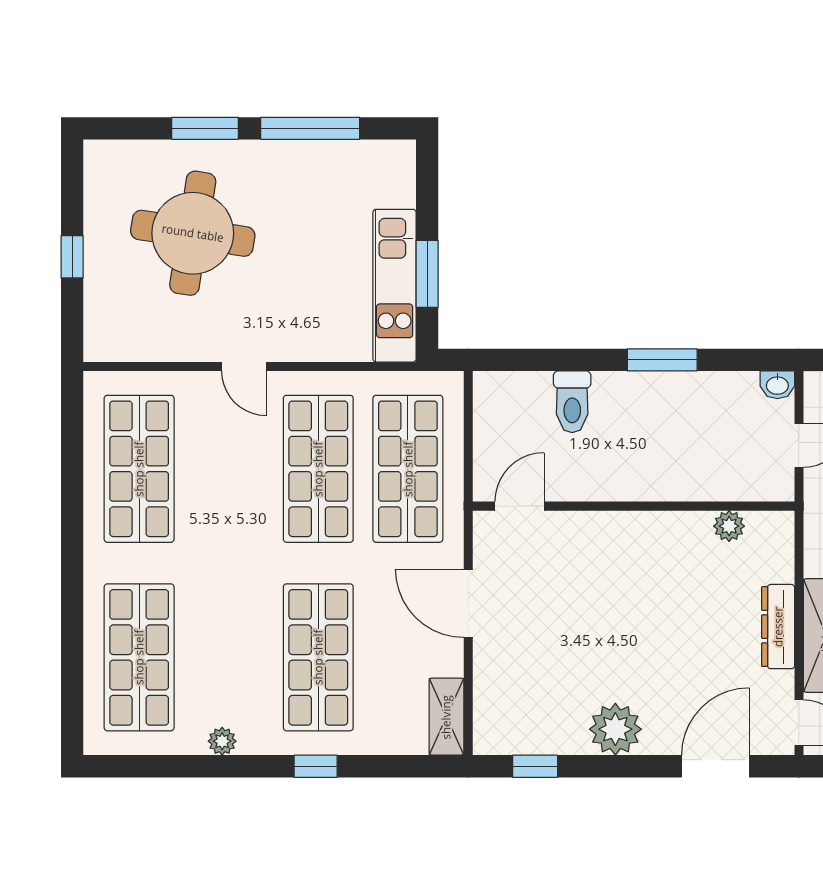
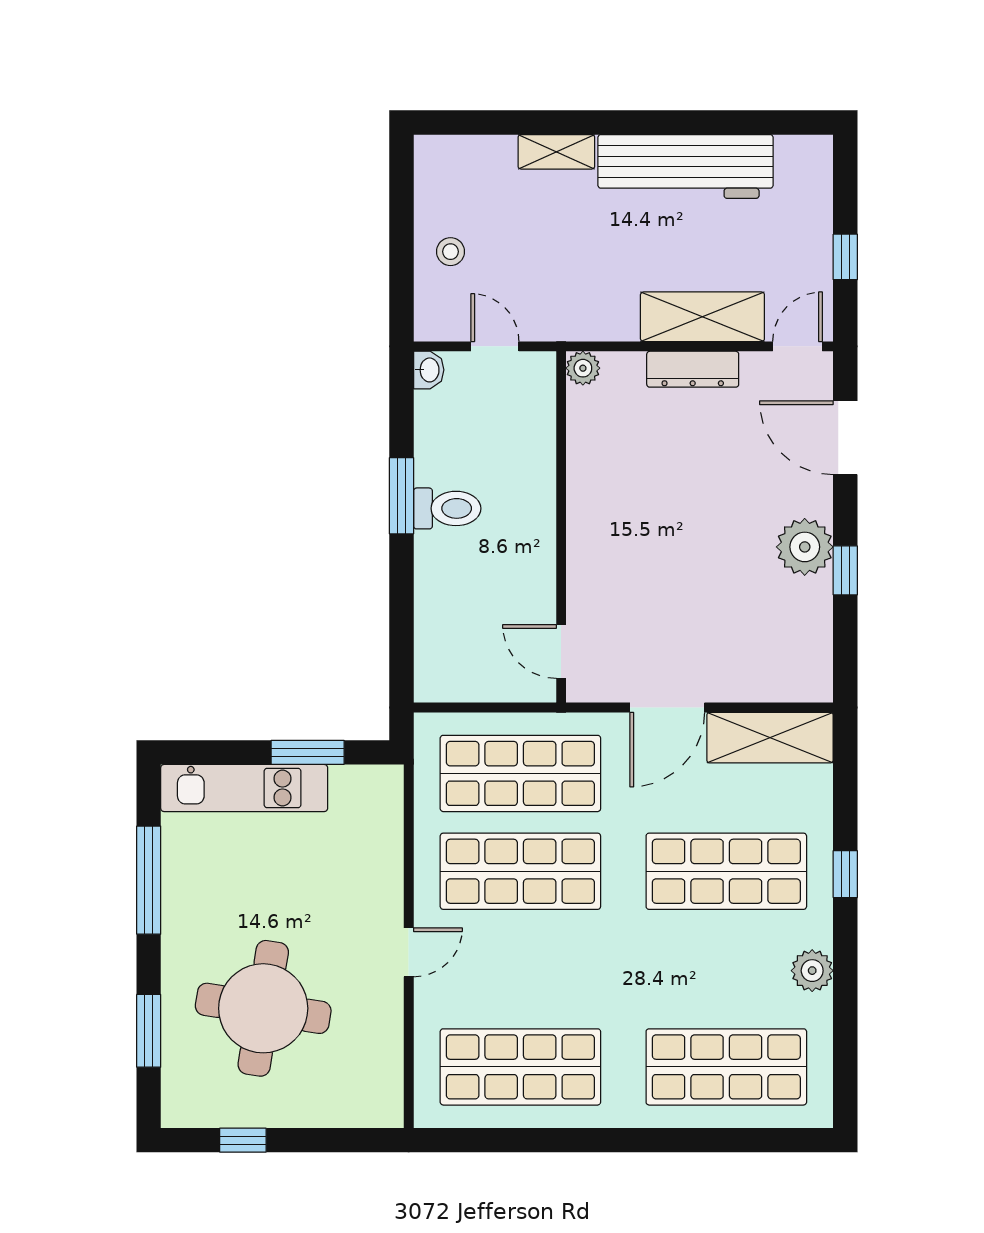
window: (205, 128) -> (149, 1031), moved
window: (72, 257) -> (243, 1140), moved
kitchen unit: (395, 286) -> (244, 788), moved
toilet: (572, 402) -> (447, 508), moved
plant: (729, 526) -> (583, 368), moved
shelving: (446, 717) -> (770, 738), width x1.50, depth x1.33
plant: (222, 741) -> (812, 971), width x1.38, depth x1.38
window: (535, 766) -> (845, 570), moved

